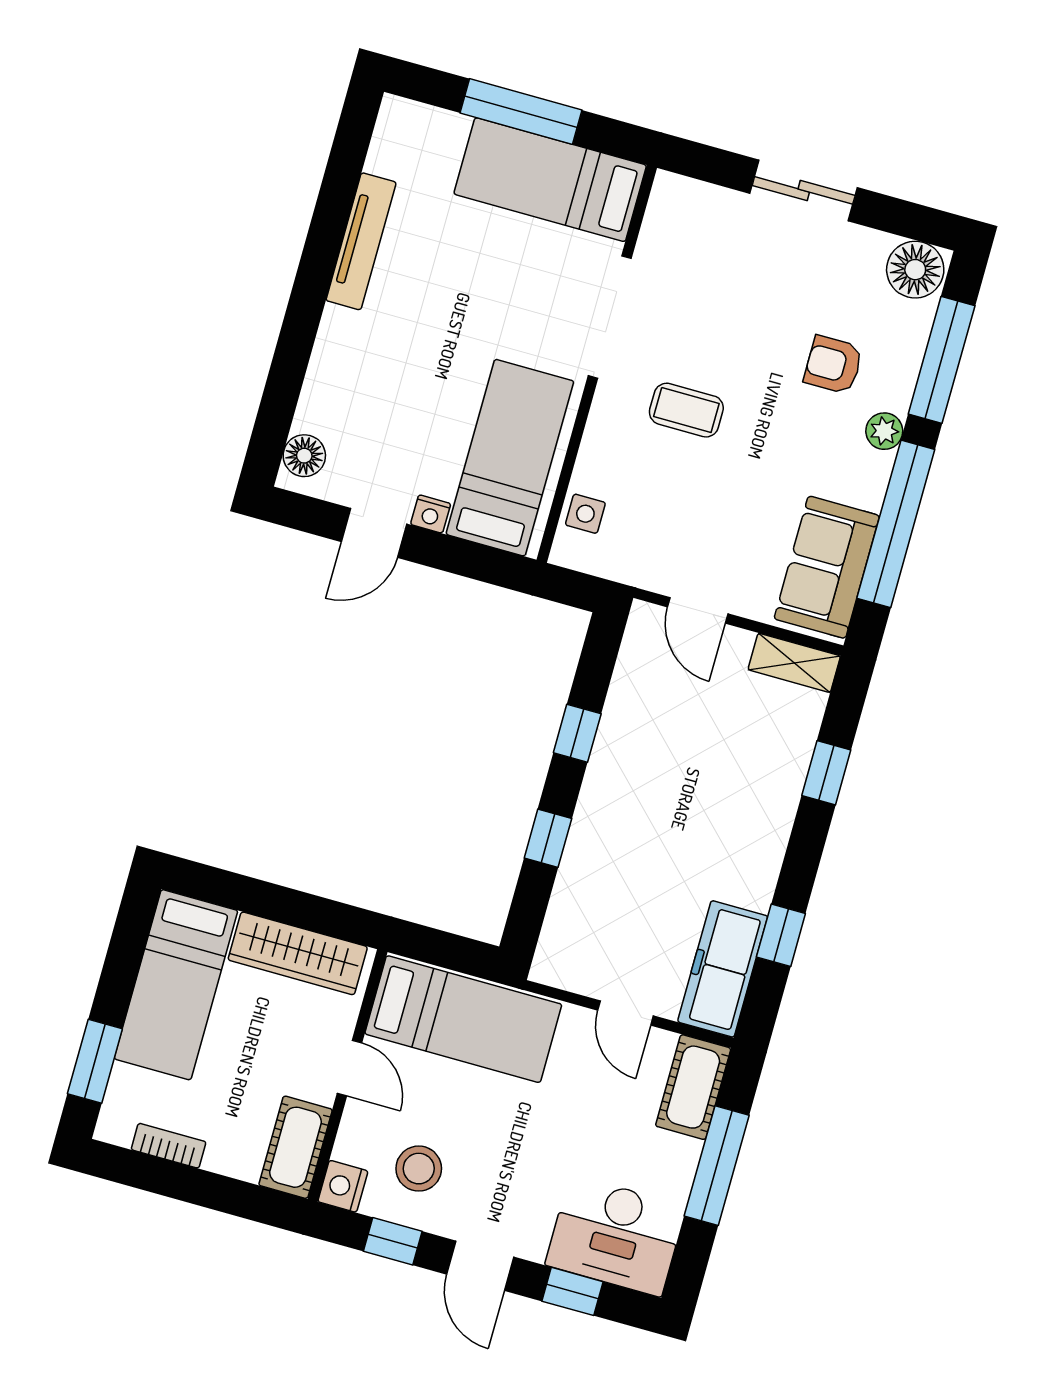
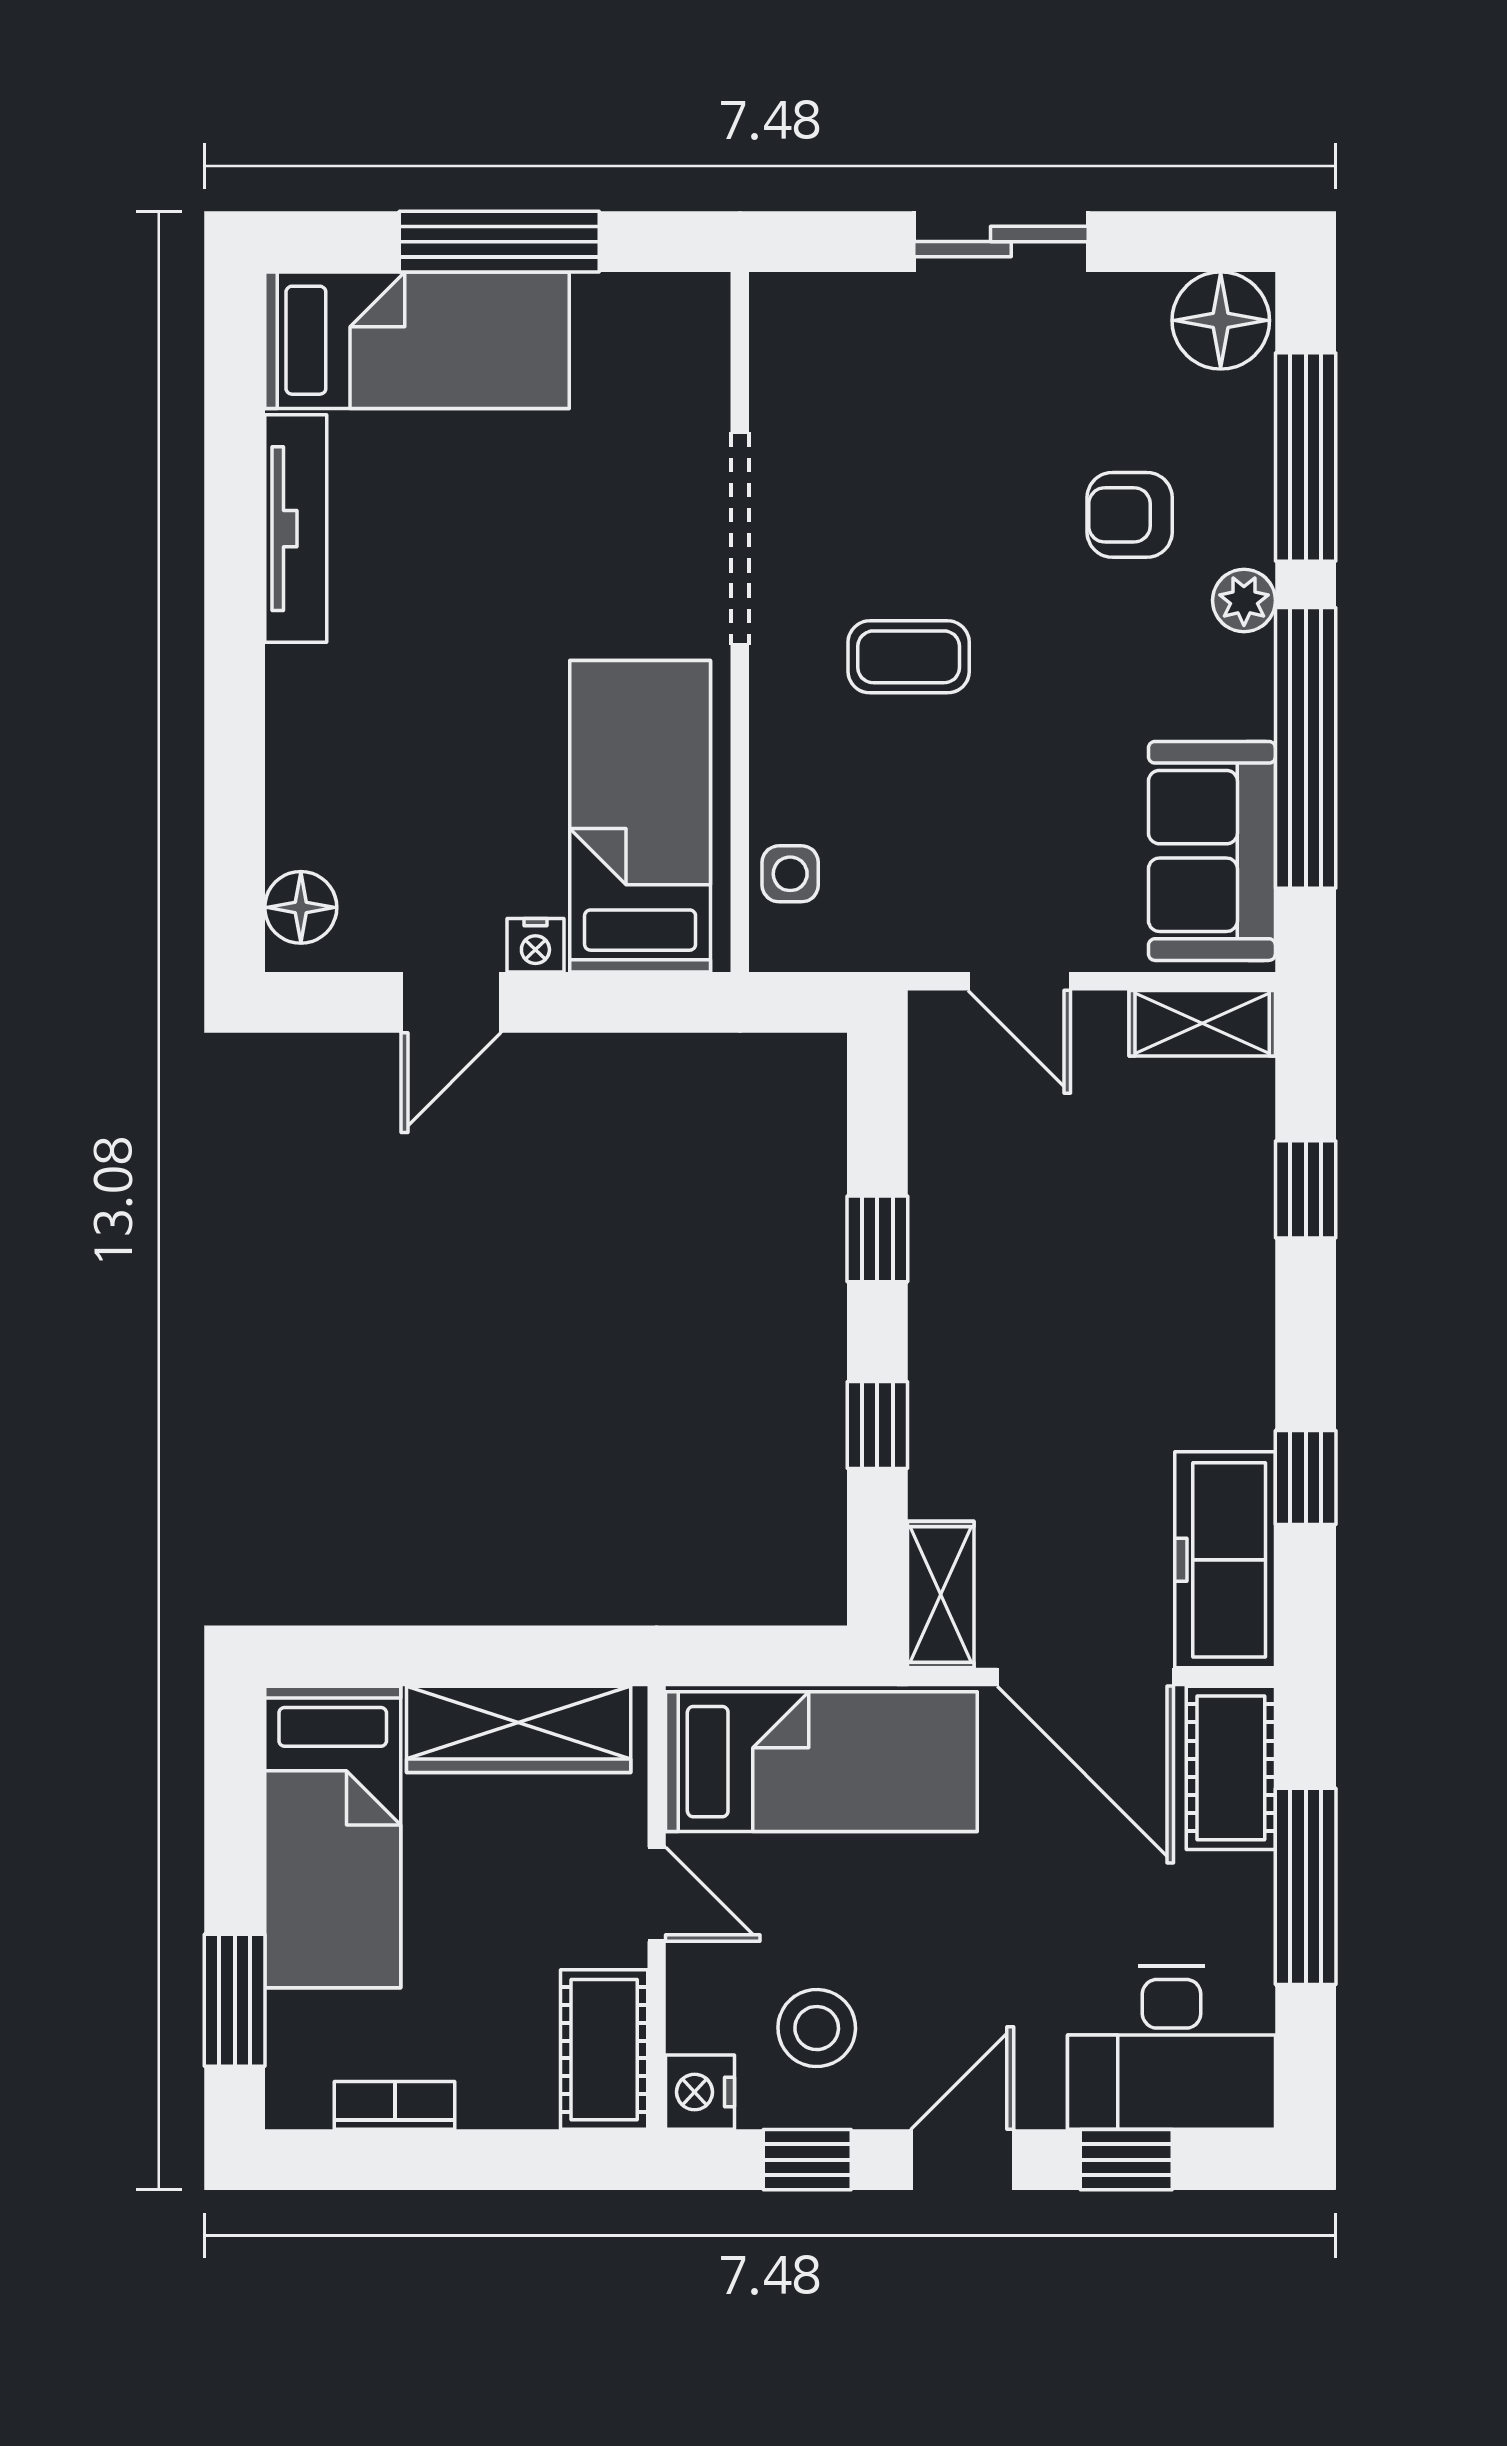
bed: (550, 180) -> (417, 340), moved, turned 180
shelving: (557, 944) -> (941, 1595), added
door: (625, 1013) -> (1085, 1677), width x1.87
door: (480, 1266) -> (962, 2160), swing flipped

